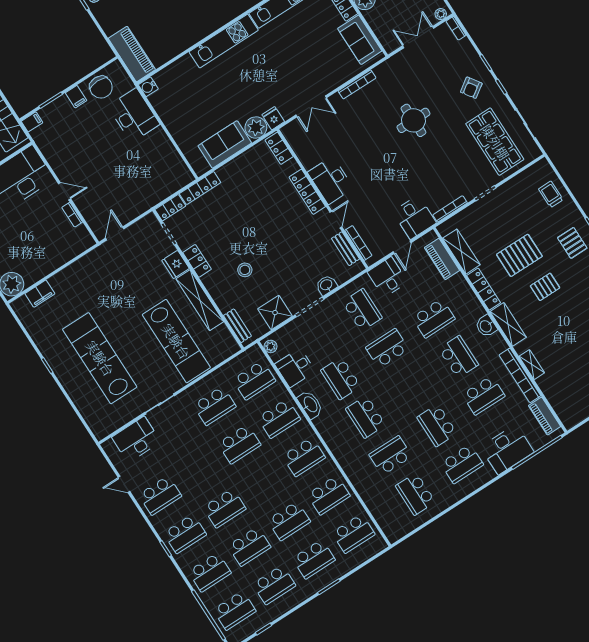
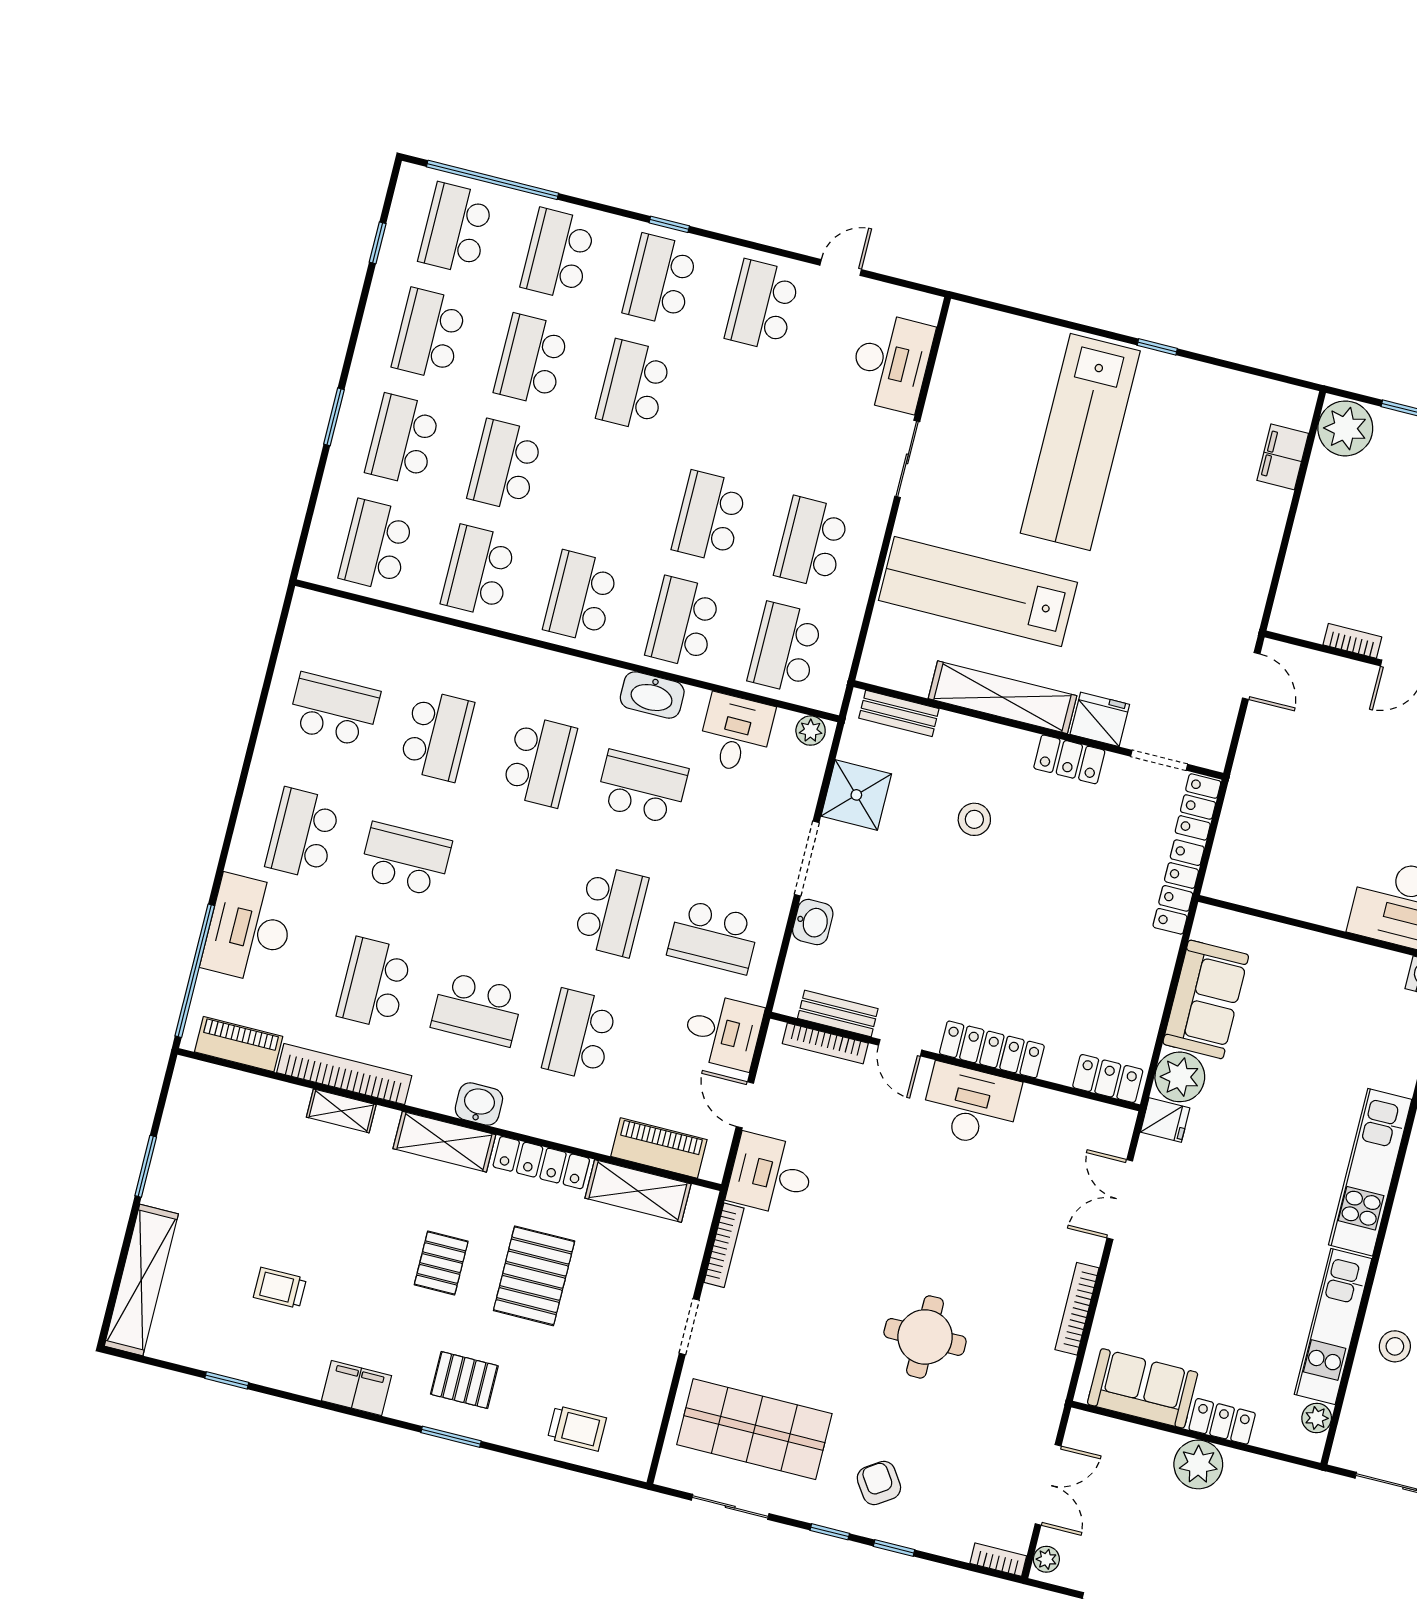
lab bench: (100, 358) -> (1080, 442), turned 90
school desk: (366, 417) -> (539, 761), turned 90

